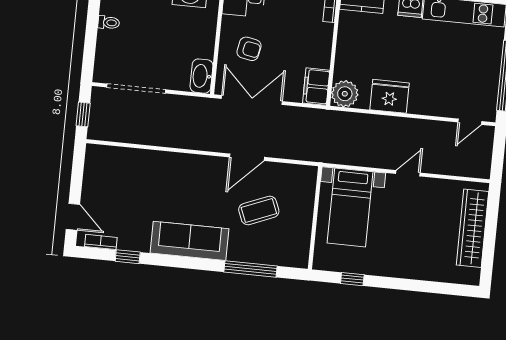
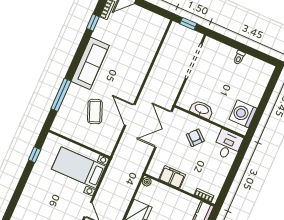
armchair: (249, 49) -> (195, 138), turned 121
washbasin: (202, 76) -> (202, 109), moved
filing cabinet: (316, 87) -> (172, 177), moved
plant: (345, 94) -> (147, 182), width x0.53, depth x0.53
double door: (252, 100) -> (164, 129), swing flipped

